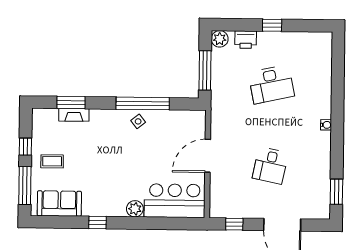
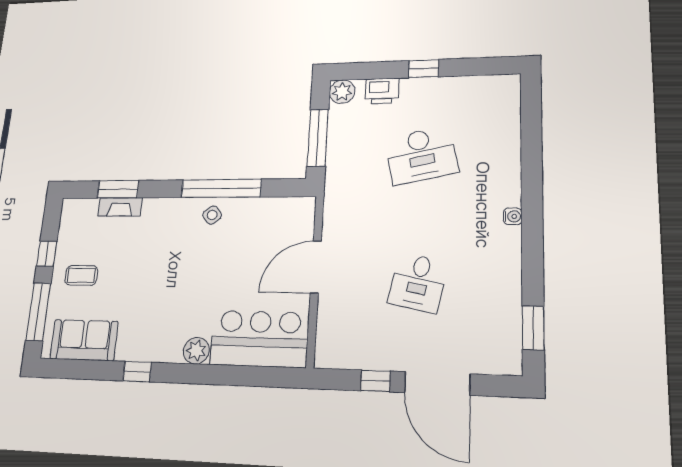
window: (234, 224) -> (375, 381), moved

